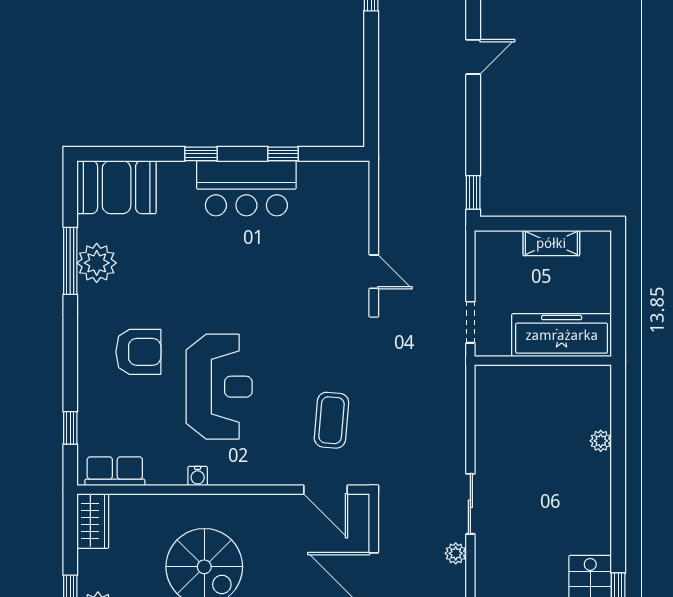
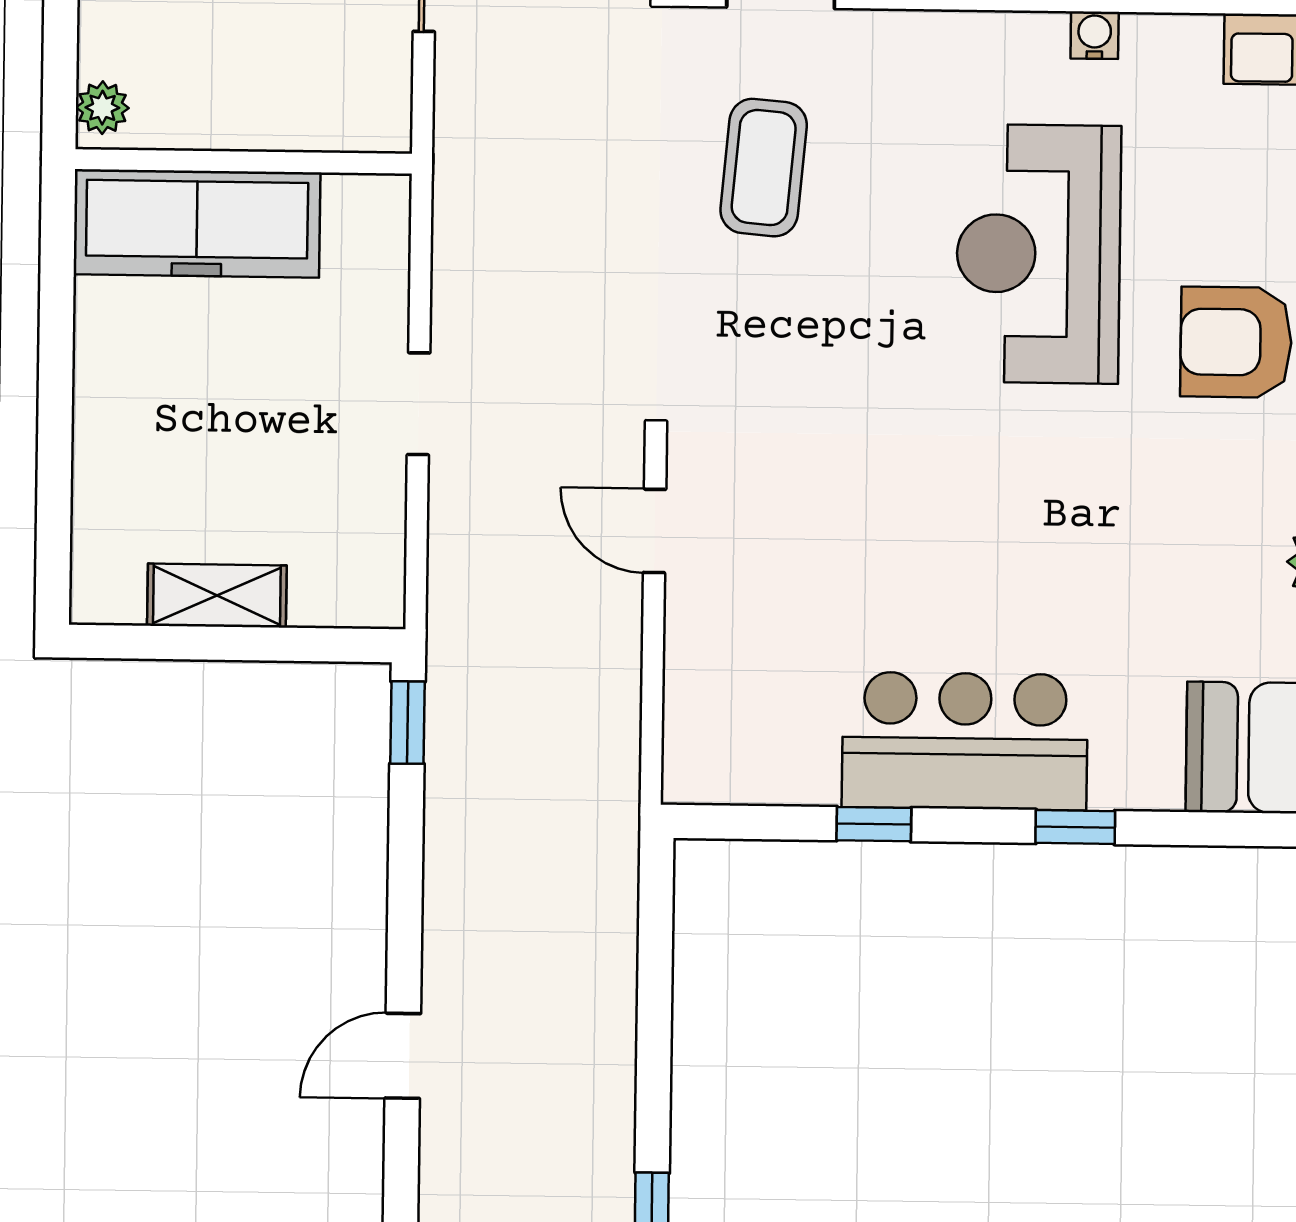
freezer: (562, 335) -> (197, 223), moved
wall: (543, 361) -> (244, 161), moved

